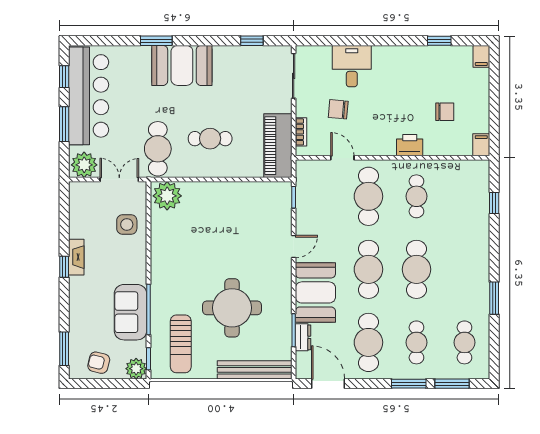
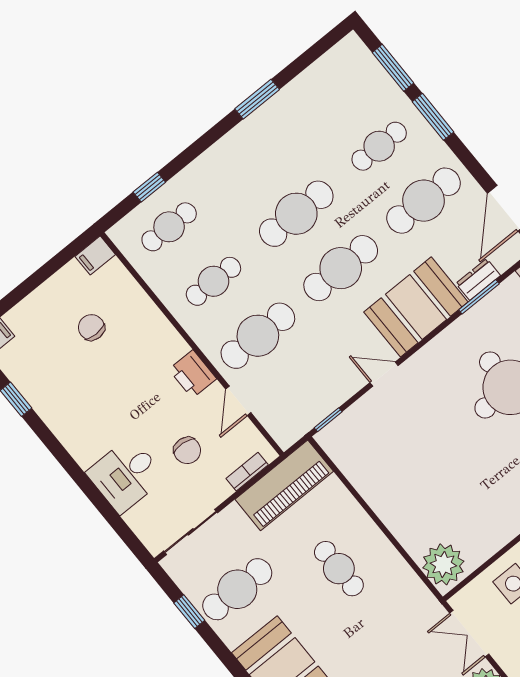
printer: (410, 145) -> (193, 374), moved
cafe table: (158, 149) -> (237, 589), moved
cafe table: (464, 342) -> (169, 227), moved

